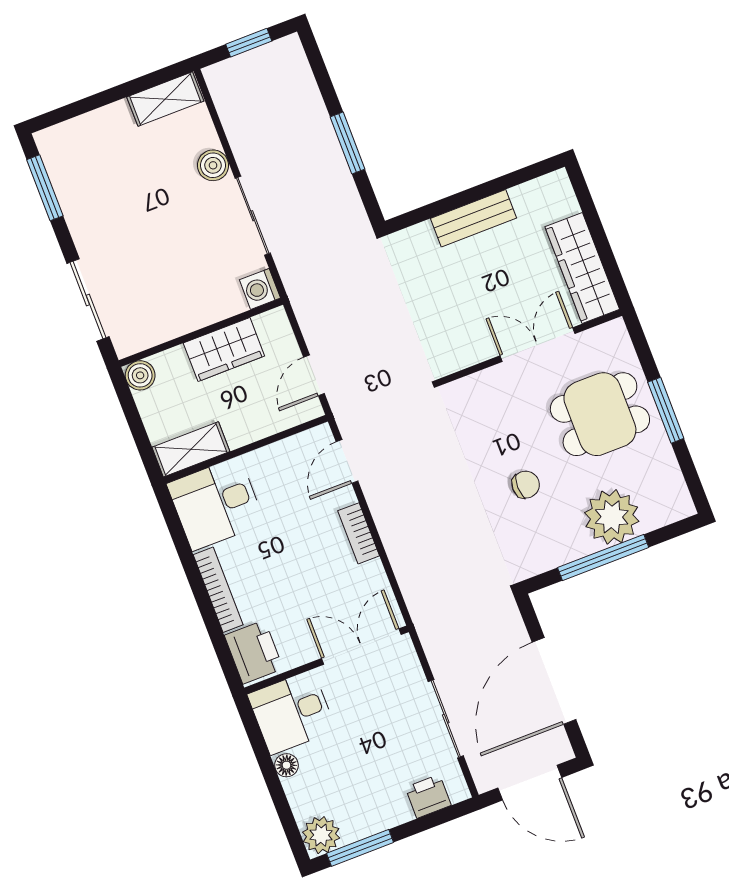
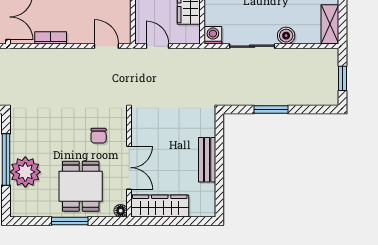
floor lamp: (615, 331) -> (121, 211), added
chair: (526, 485) -> (99, 136), moved
bookcase: (359, 533) -> (51, 38), moved

